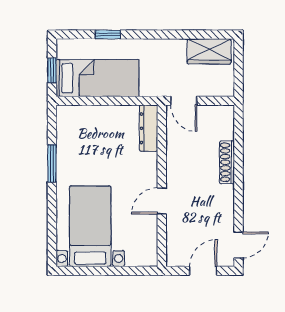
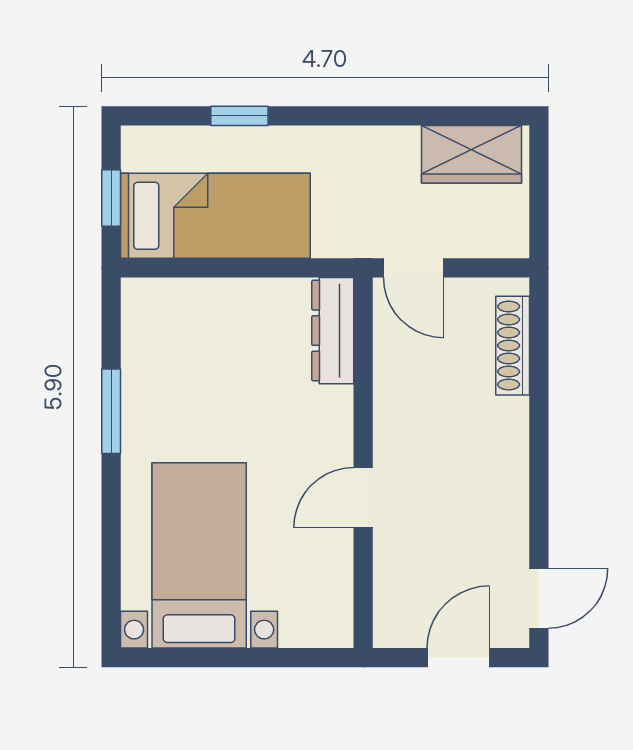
shoe rack: (227, 162) -> (513, 346), moved

